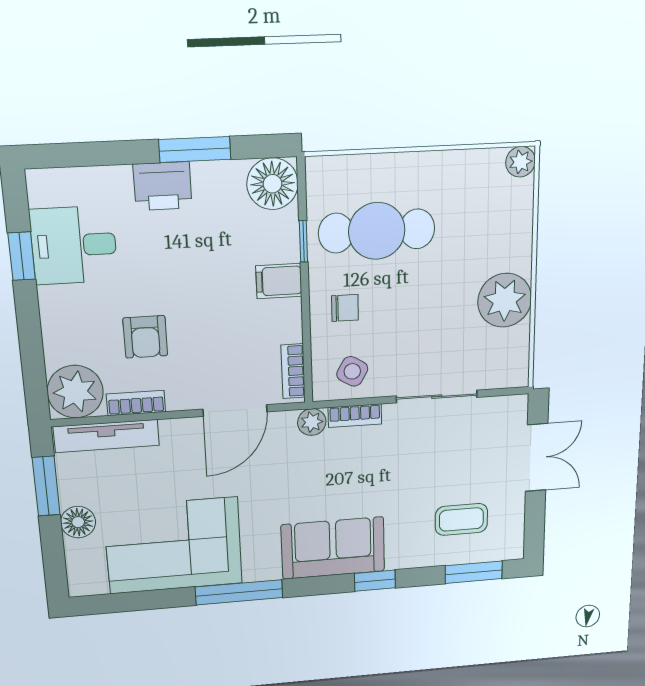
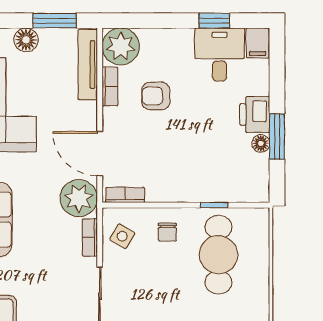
floor lamp: (273, 184) -> (261, 143), moved, width x0.53, depth x0.53
filing cabinet: (279, 281) -> (258, 43), moved, turned 180
plant: (312, 422) -> (79, 198), width x1.87, depth x1.87

